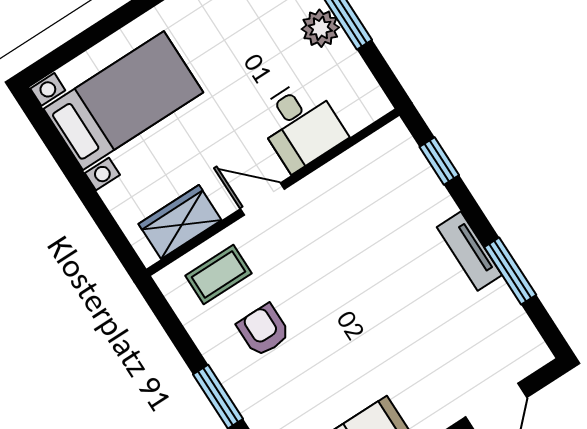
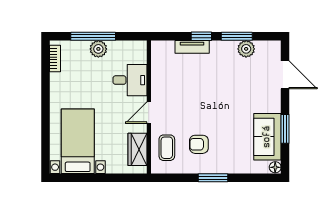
window: (439, 161) -> (201, 36), moved
tv unit: (469, 251) -> (192, 47), moved
plant: (498, 304) -> (246, 49), added

